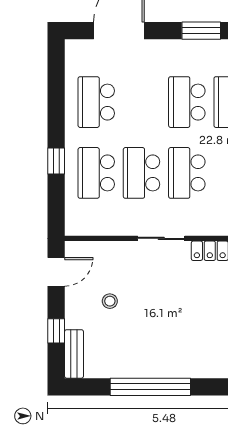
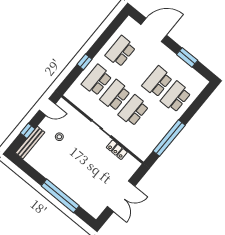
bench: (74, 354) -> (30, 143), width x1.36
window: (150, 387) -> (60, 196), moved

